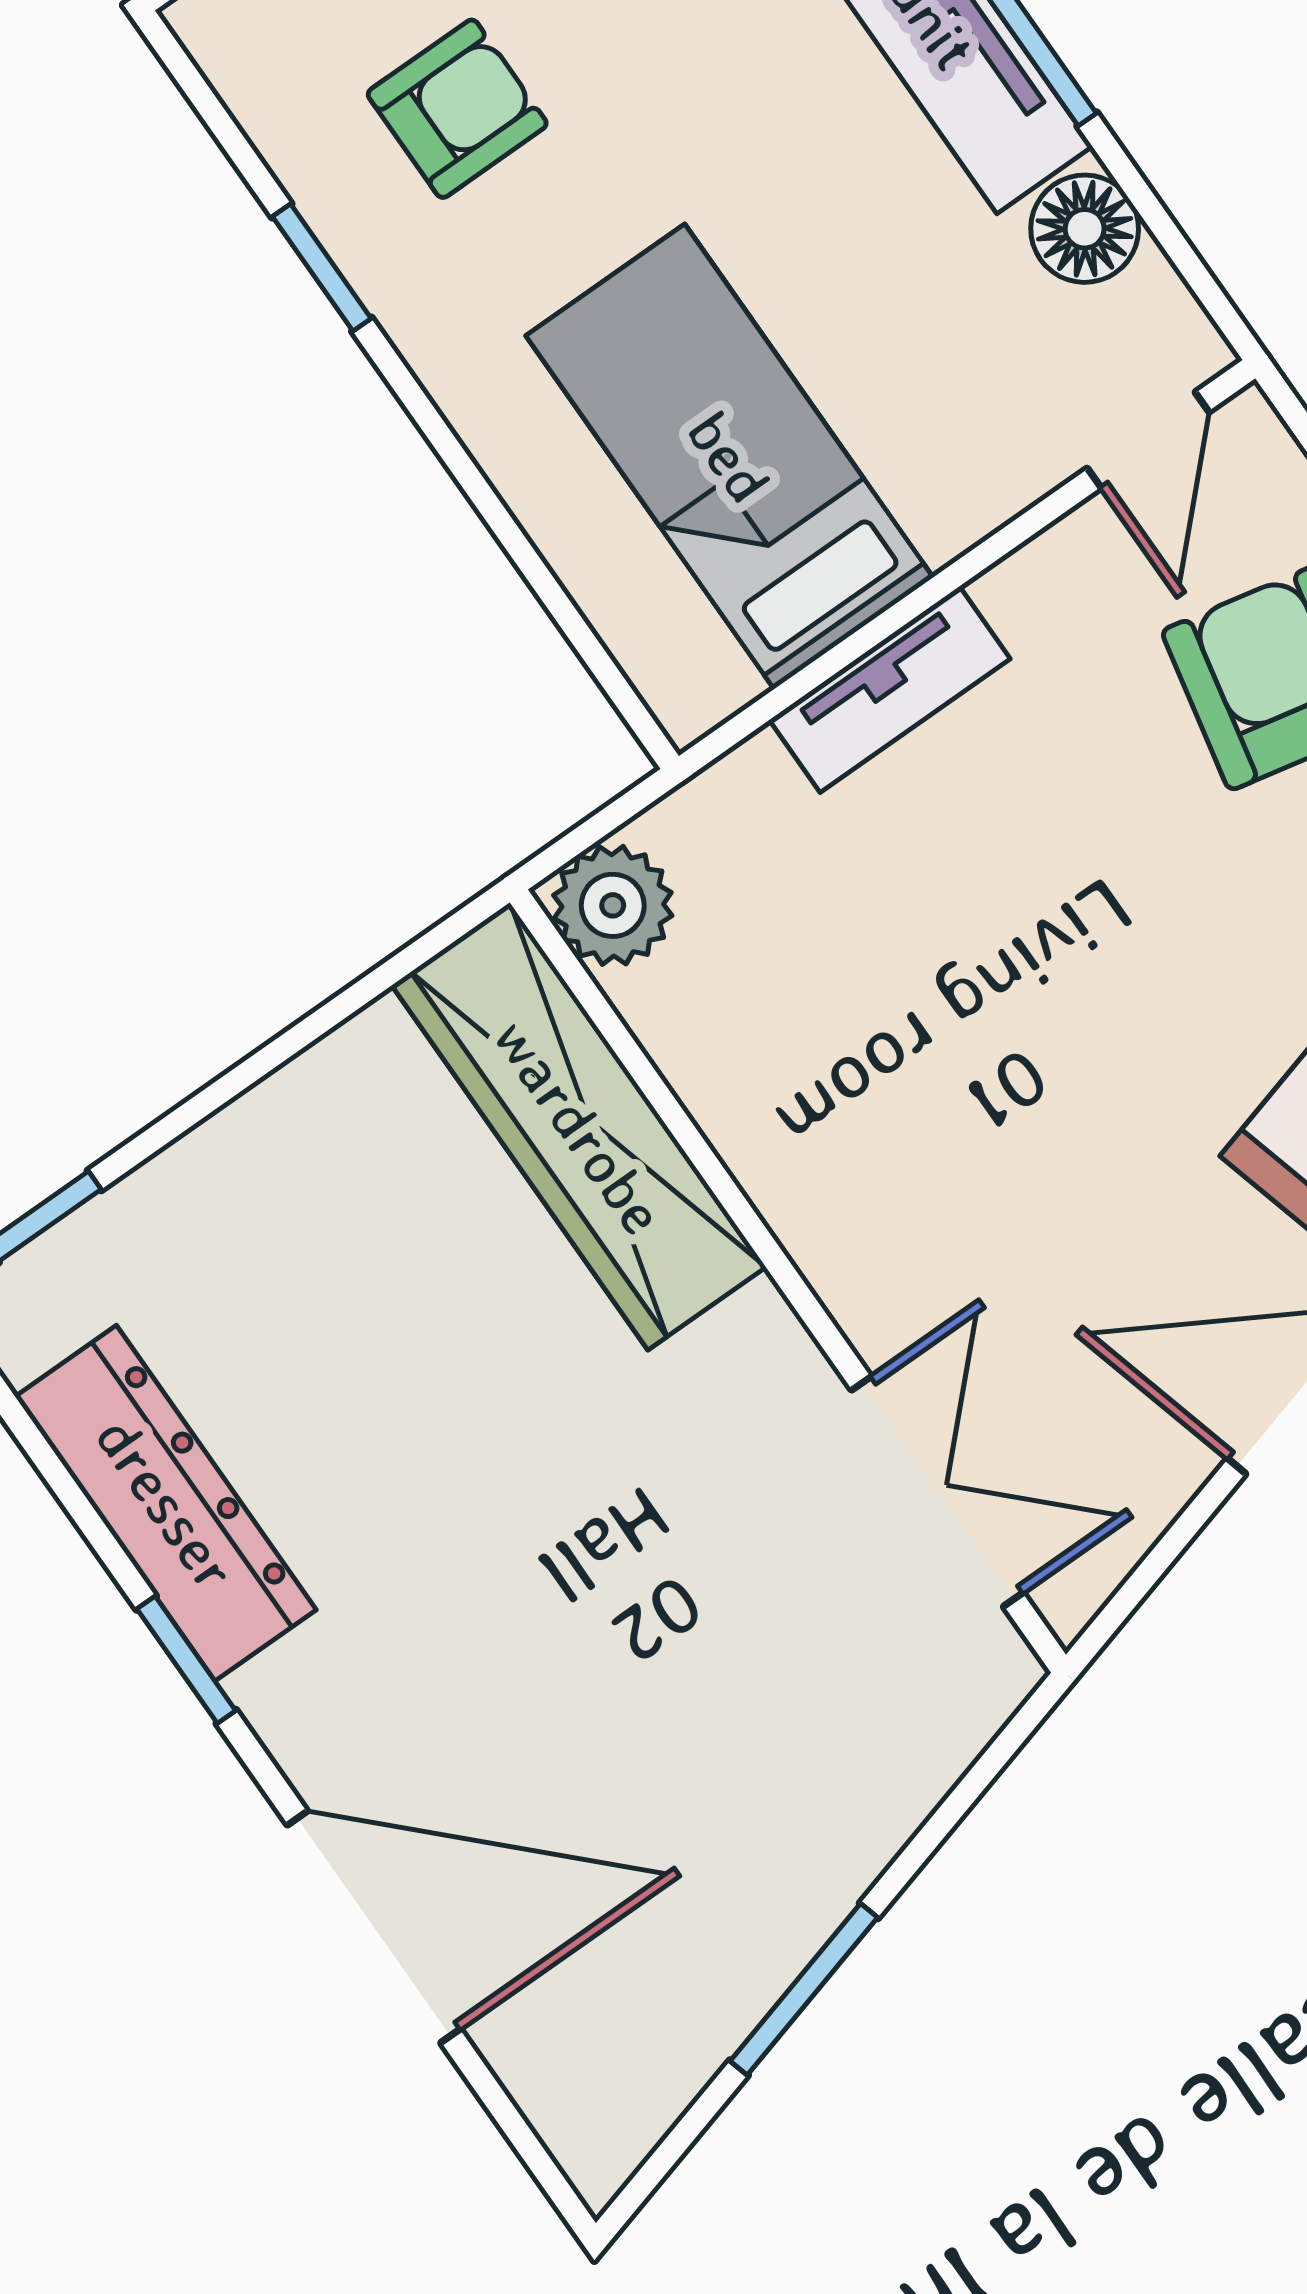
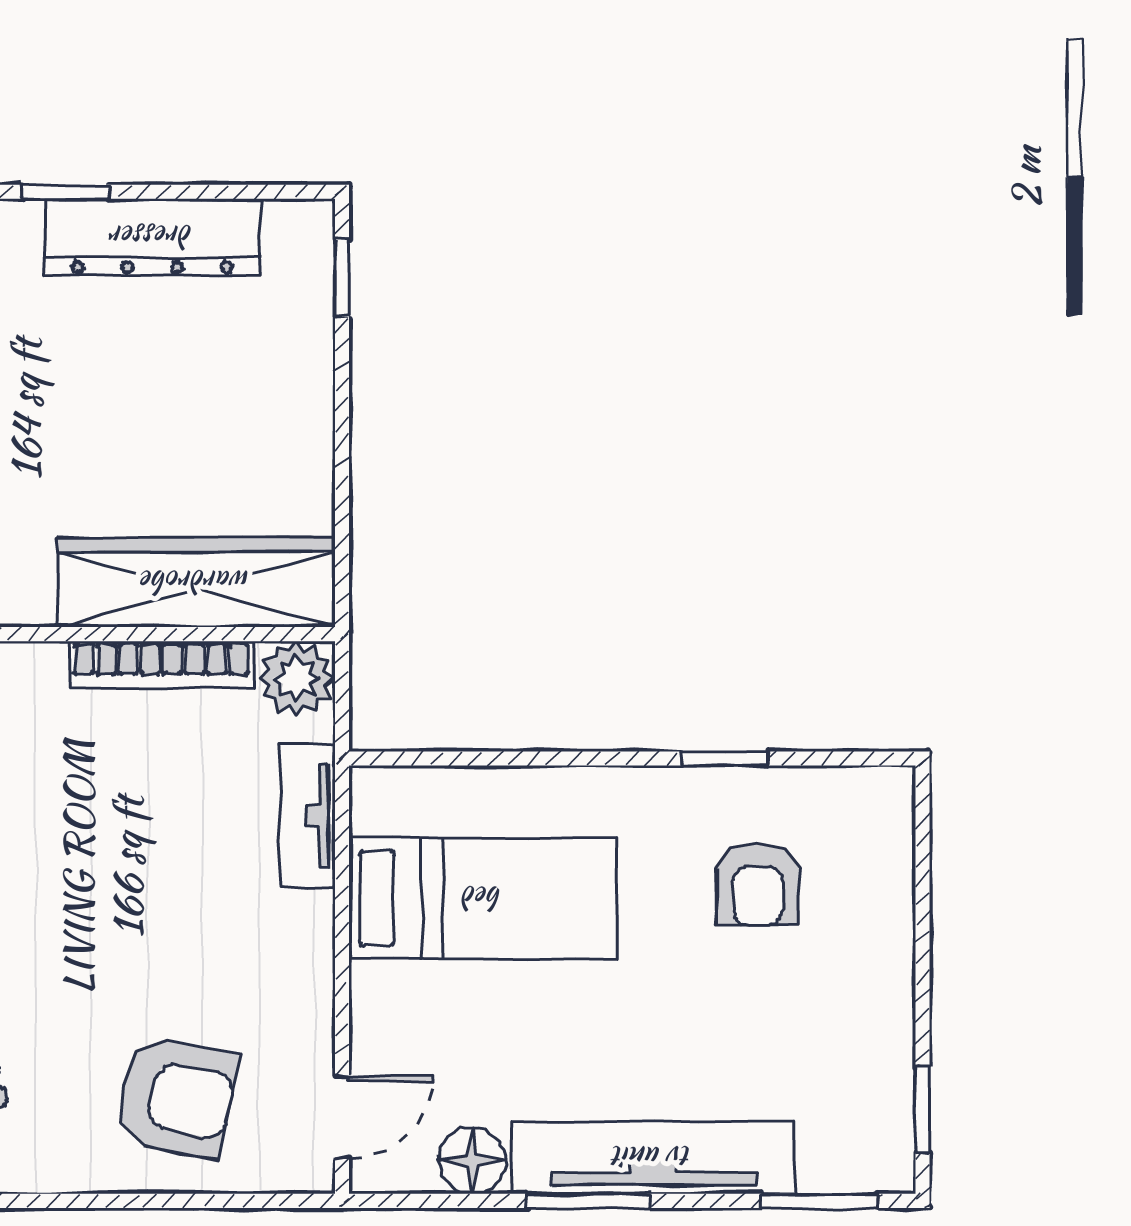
door: (1148, 440) -> (342, 1117), swing flipped
tv unit: (890, 689) -> (307, 816), moved
bookcase: (720, 1096) -> (161, 665), added

